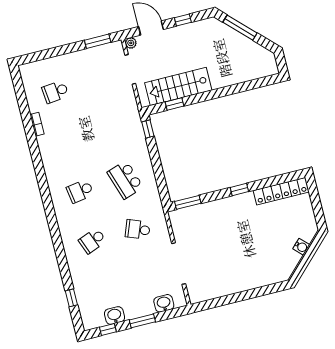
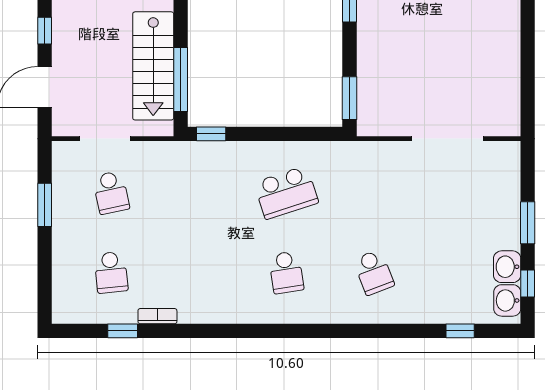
window: (98, 41) -> (45, 205), moved
plant: (131, 43) -> (61, 127), removed
window: (174, 104) -> (181, 80), width x2.17
window: (24, 107) -> (123, 331), added
school desk: (138, 229) -> (111, 193), moved, turned -33
washbasin: (164, 303) -> (507, 300), moved

